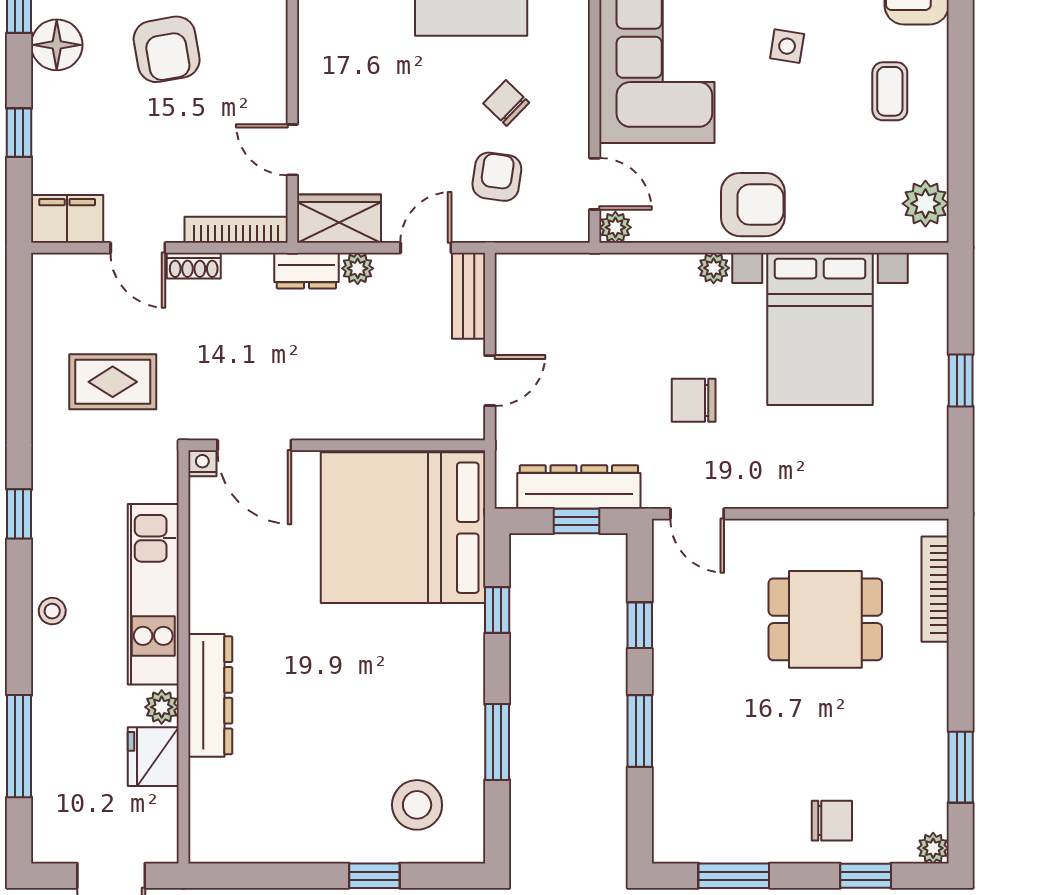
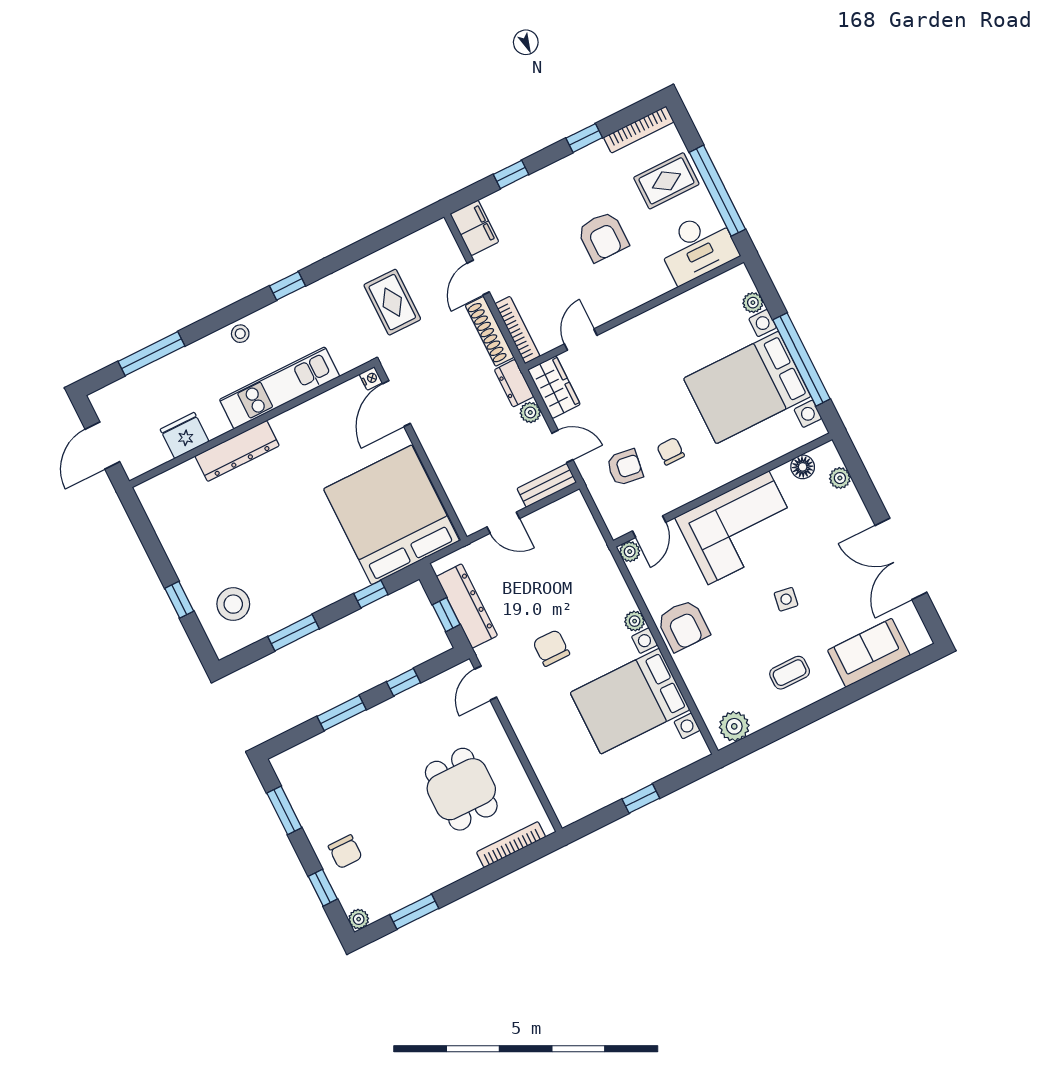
floor lamp: (57, 45) -> (573, 171), removed
armchair: (167, 49) -> (603, 237), turned -80
chair: (506, 103) -> (671, 451), turned -44
shoe rack: (194, 266) -> (490, 331), width x1.94, depth x1.24
plant: (162, 707) -> (216, 426), removed

